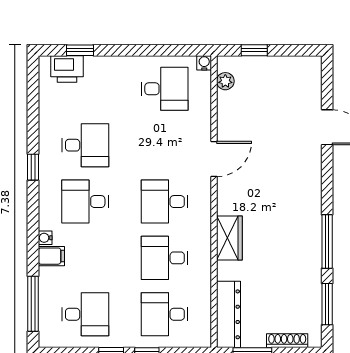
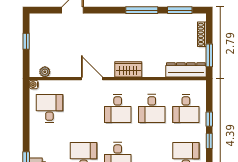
window: (254, 50) -> (26, 41), moved
wardrobe: (229, 238) -> (128, 69), moved

